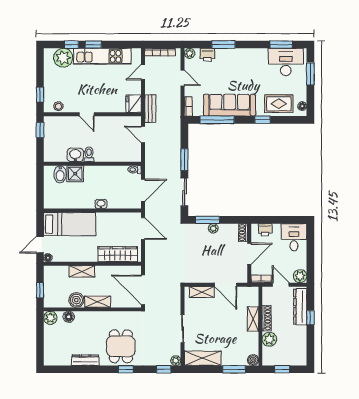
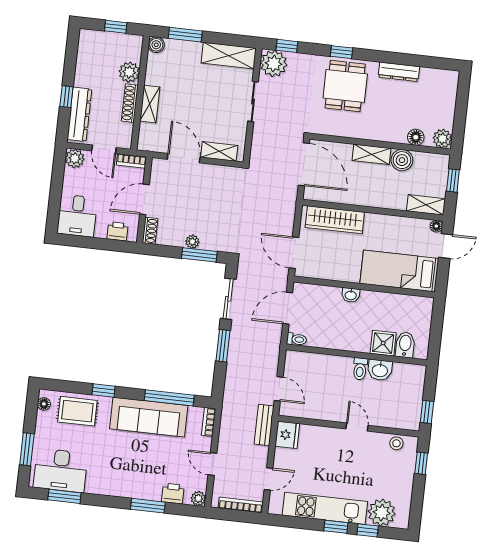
shelving: (82, 271) -> (426, 205), moved
plant: (176, 361) -> (274, 64), width x1.87, depth x1.87

